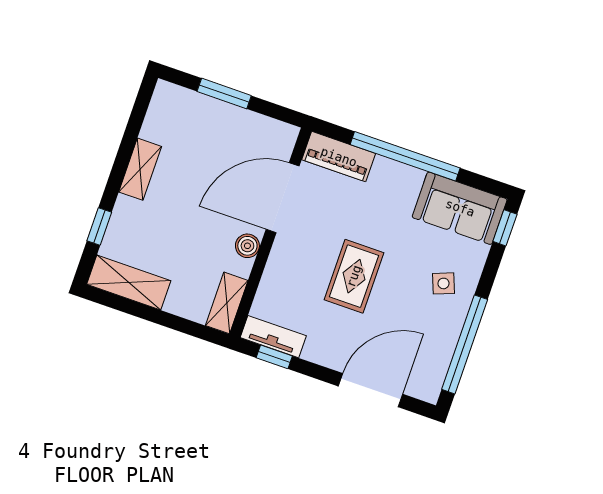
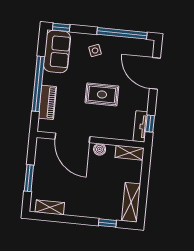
piano: (339, 157) -> (47, 102), moved
shelving: (140, 169) -> (50, 207), moved

